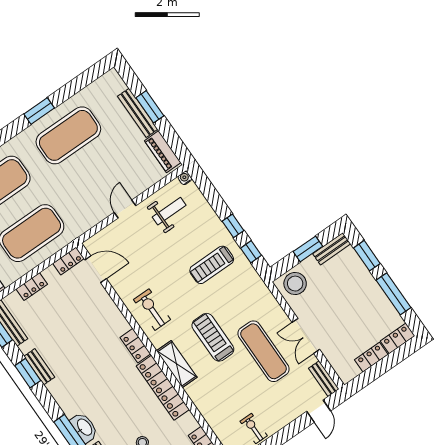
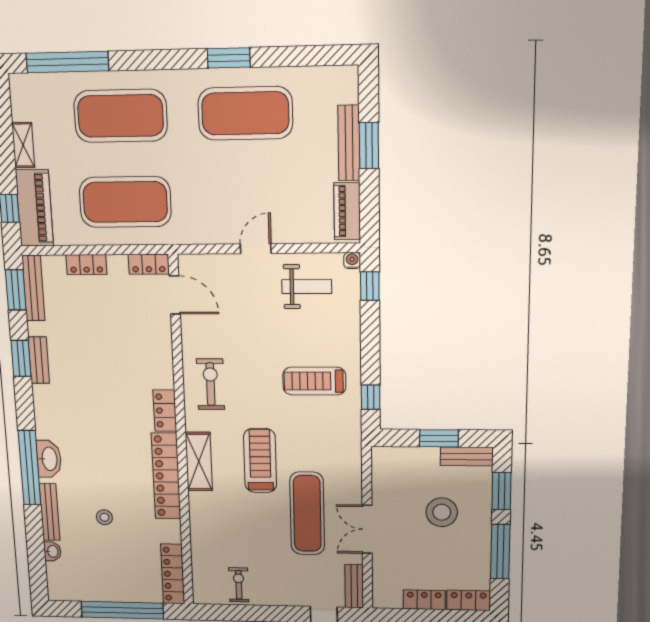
window: (233, 226) -> (370, 286), moved
stool: (295, 284) -> (442, 512), moved

